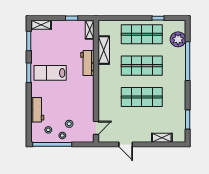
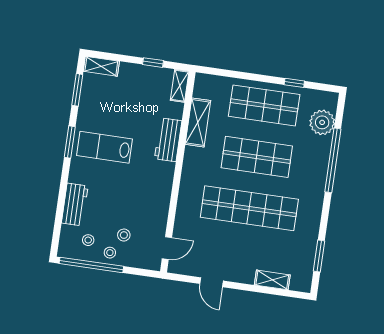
shop shelf: (142, 97) -> (249, 208), width x1.40

